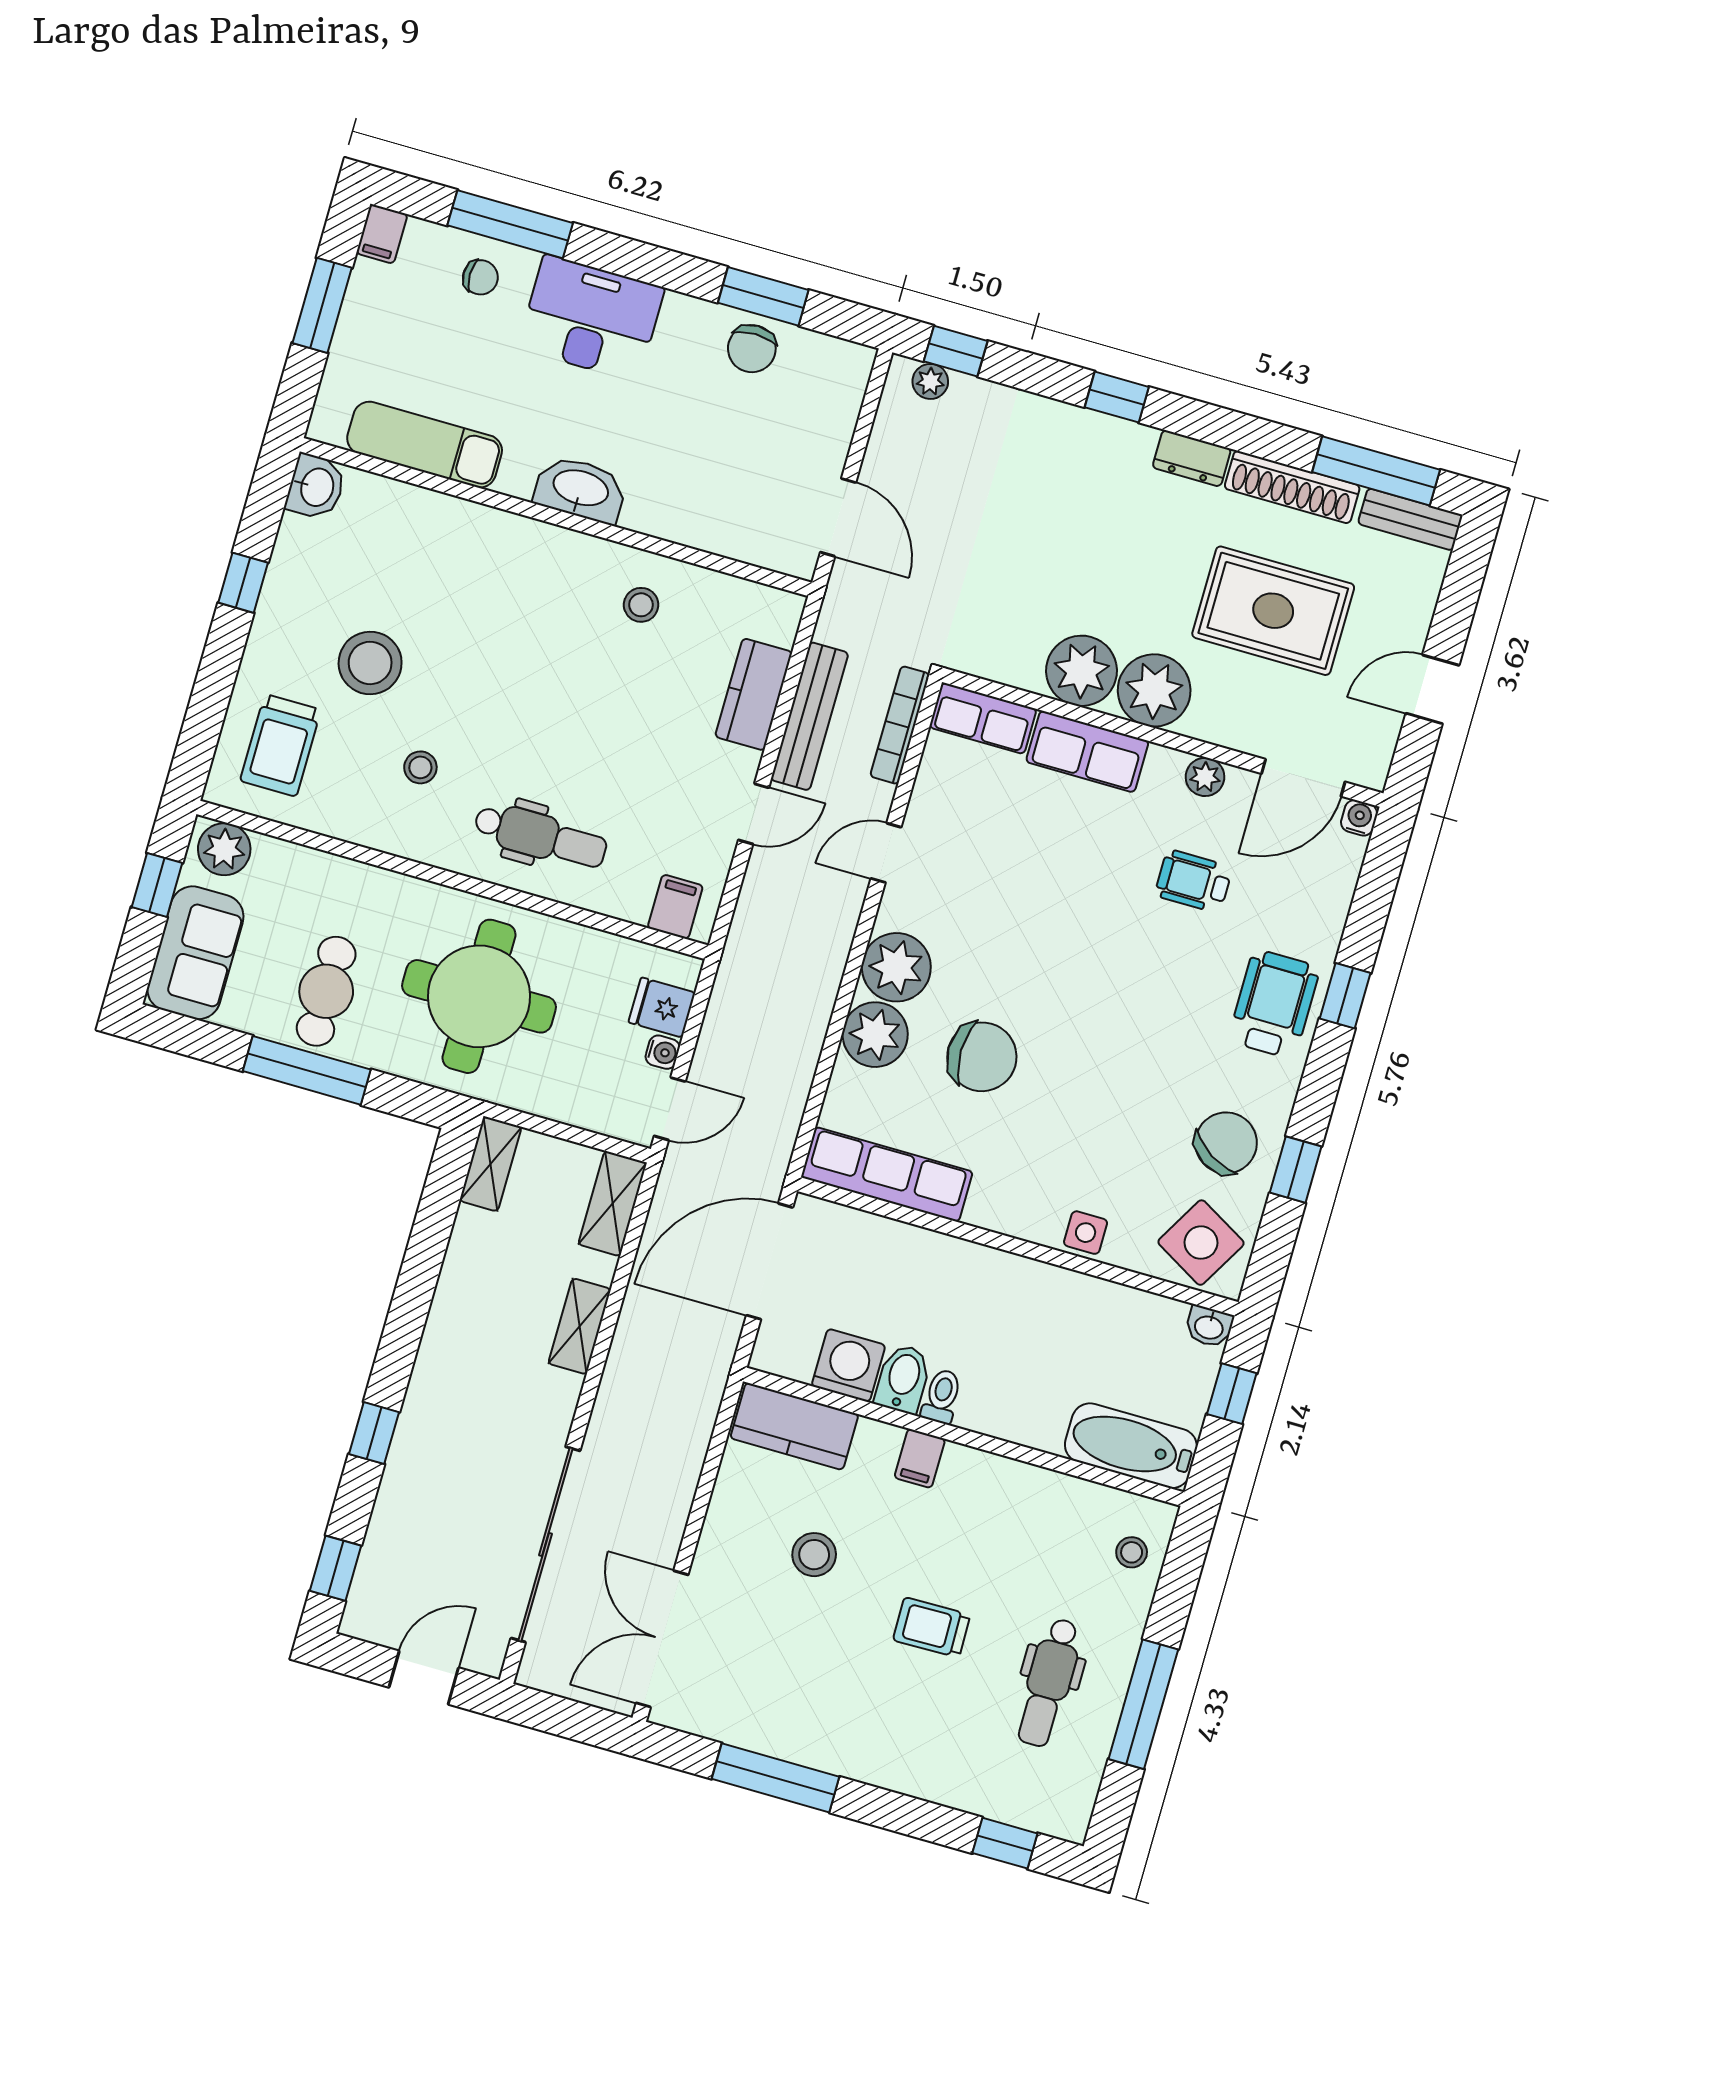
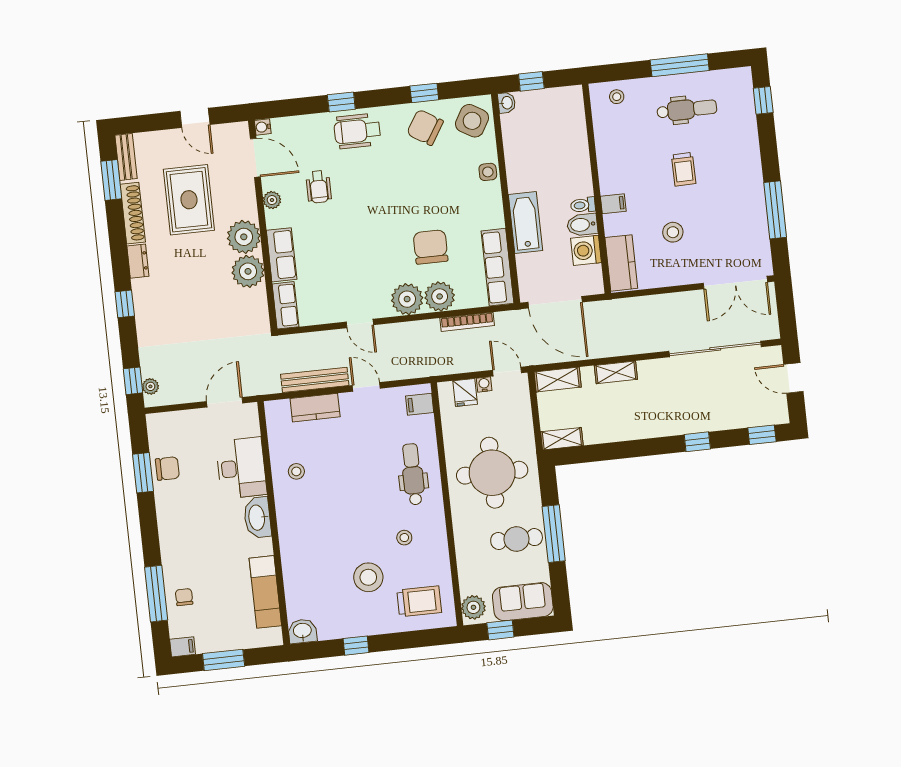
desk: (591, 318) -> (241, 468), moved, turned 180
window: (1376, 471) -> (111, 180), width x0.69
bookcase: (900, 725) -> (467, 322), moved
bathtub: (1131, 1446) -> (525, 223), moved, turned 180

